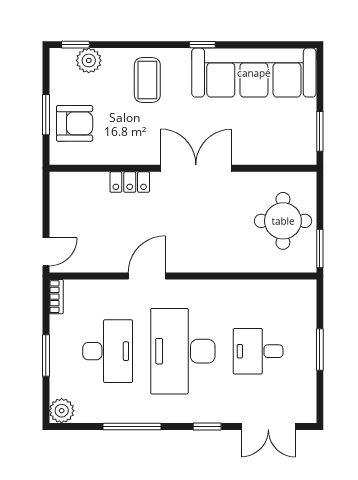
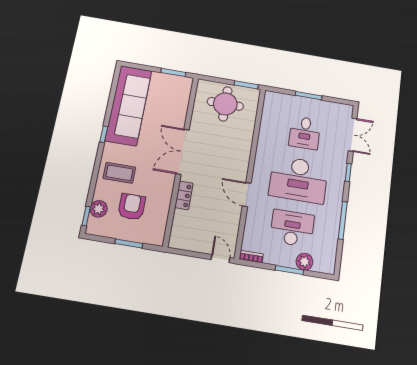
armchair: (75, 123) -> (132, 207), moved
plant: (62, 411) -> (304, 262), moved

